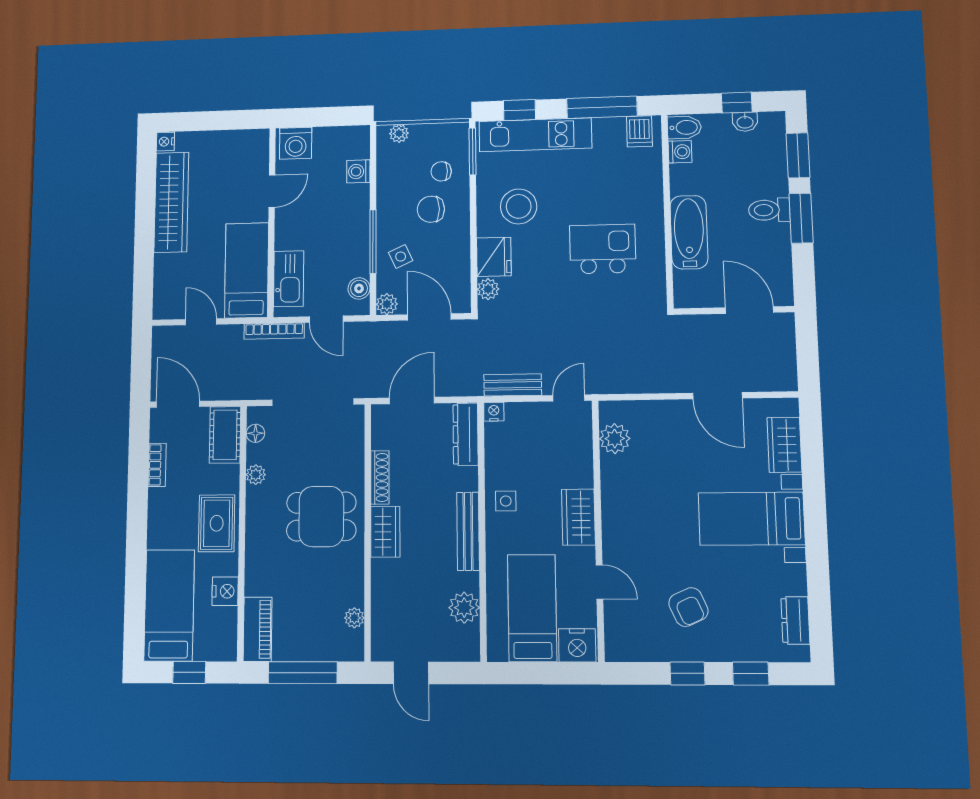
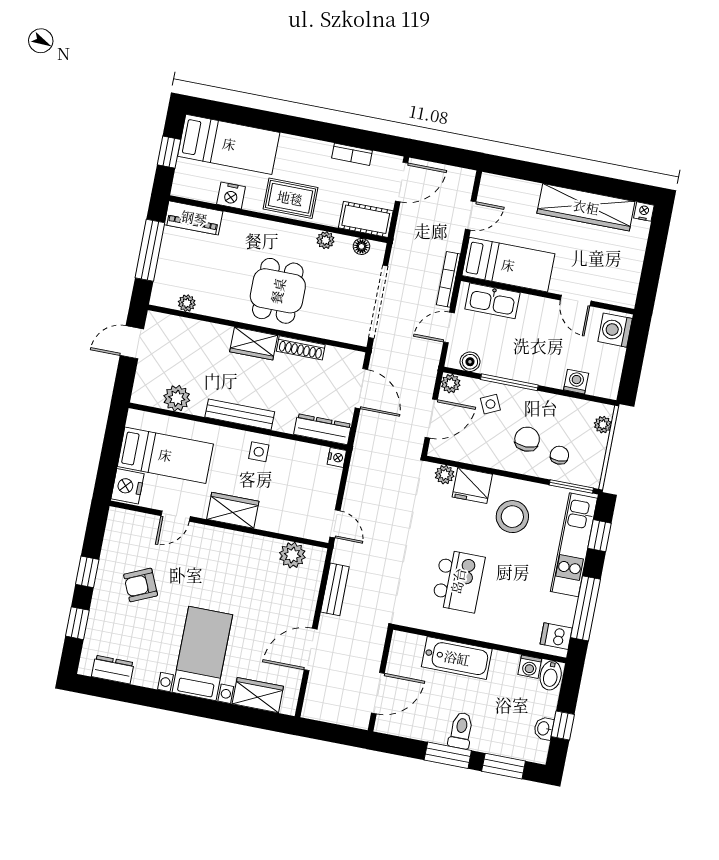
bench: (513, 385) -> (335, 589), moved

